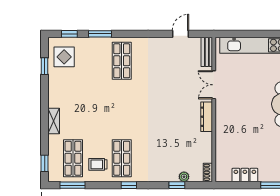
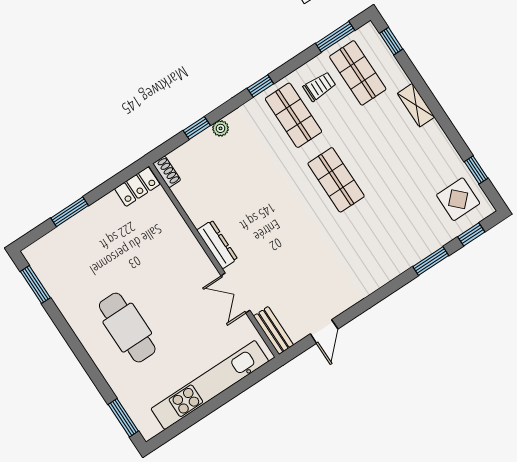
shop shelf: (122, 61) -> (336, 180), moved
double door: (214, 85) -> (236, 293), swing flipped
locker: (245, 175) -> (137, 187), moved
plant: (184, 177) -> (221, 128), moved

